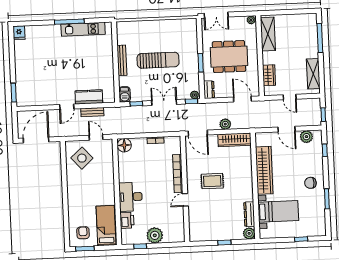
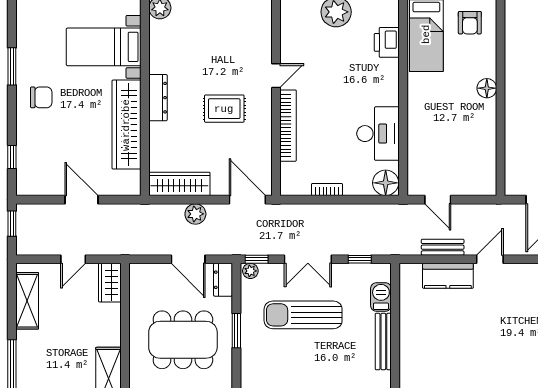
sun lounger: (158, 60) -> (303, 315), moved
wardrobe: (269, 75) -> (110, 283), moved
barbecue: (125, 94) -> (381, 297), moved
door: (290, 97) -> (73, 259), swing flipped
door: (242, 99) -> (188, 259), moved
plant: (306, 137) -> (45, 184), removed
side table: (82, 158) -> (466, 162), removed
desk: (131, 197) -> (378, 134), moved
floor lamp: (72, 198) -> (487, 88), added
dresser: (249, 214) -> (158, 98), moved

